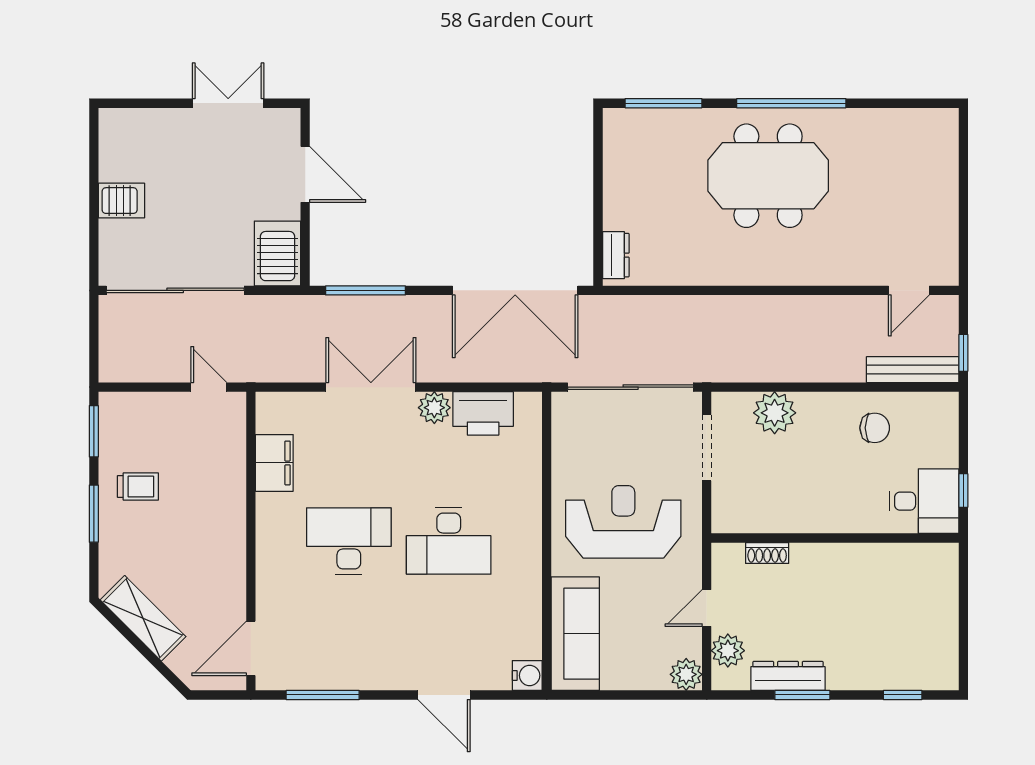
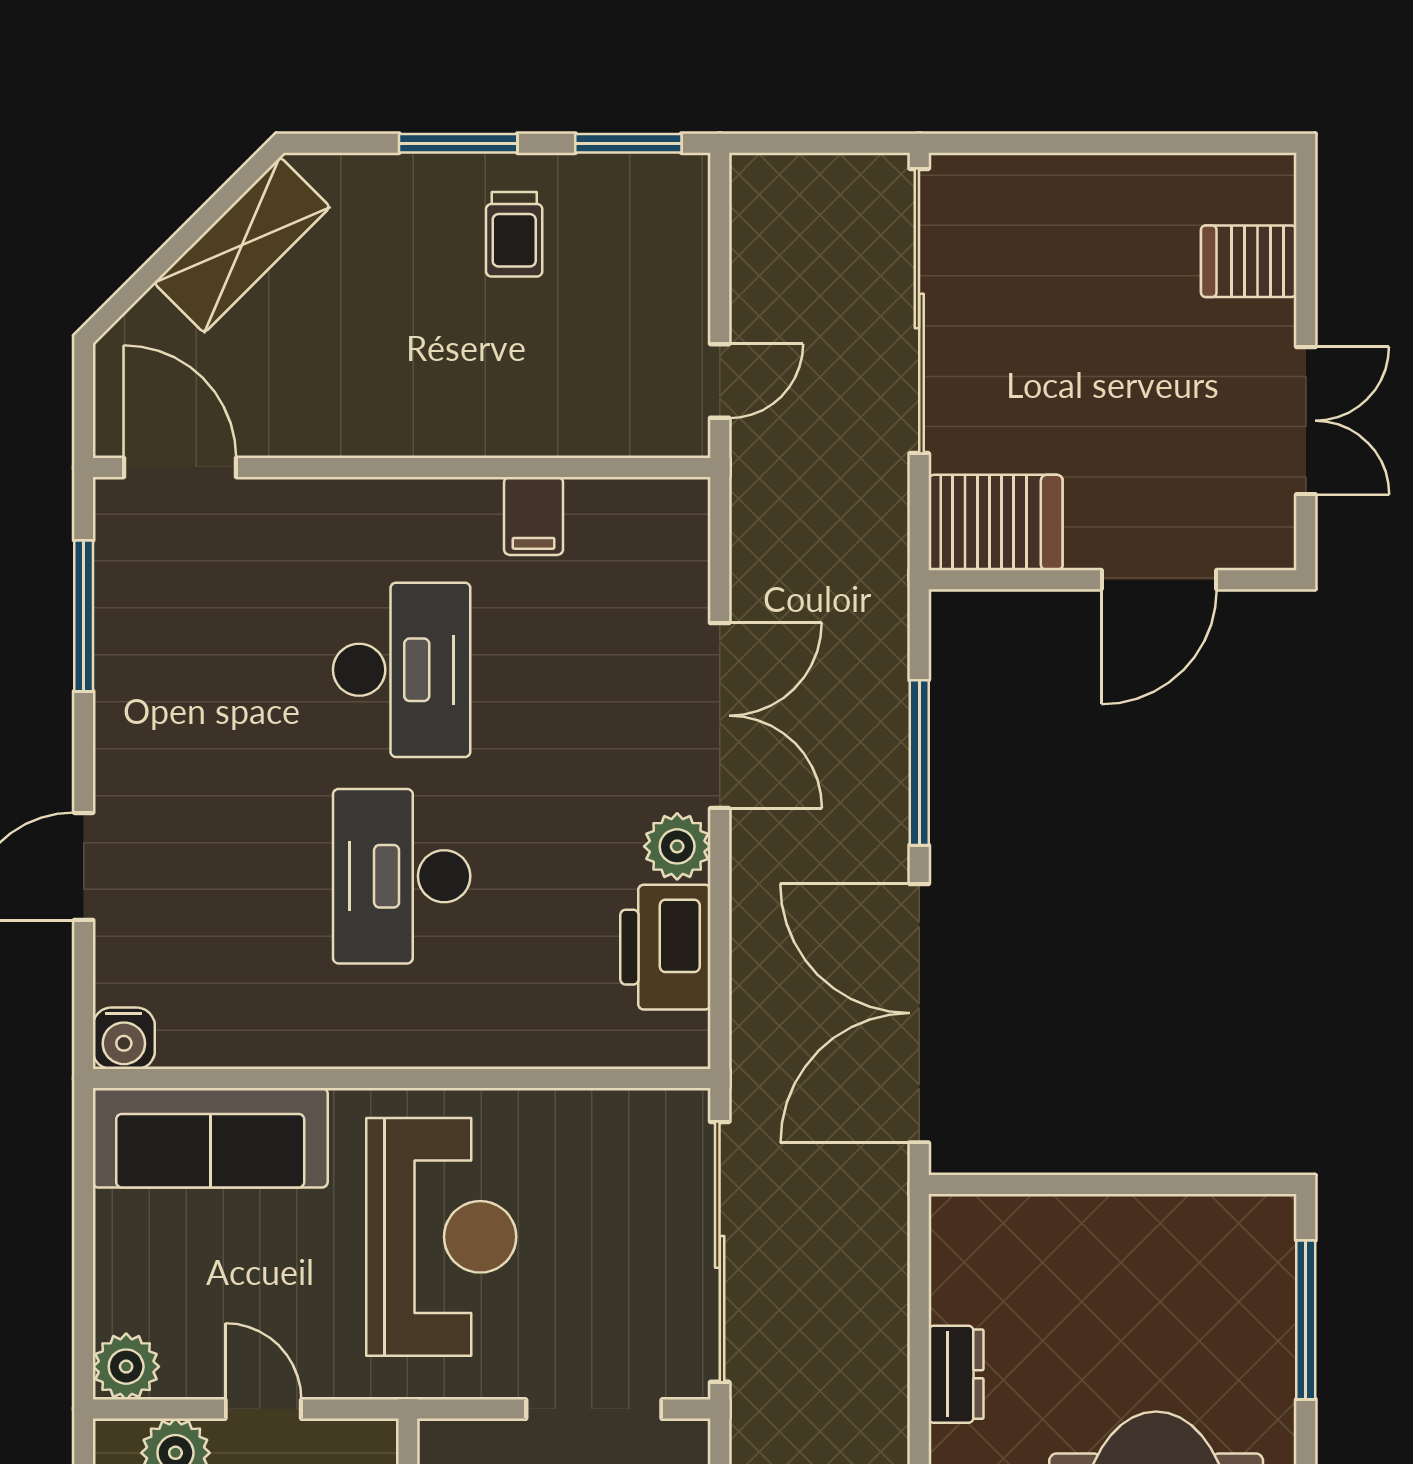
server rack: (121, 201) -> (1249, 261), moved, turned 90
dresser: (616, 255) -> (956, 1374), moved, turned -90
window: (366, 290) -> (919, 763), moved
filing cabinet: (274, 463) -> (534, 516), width x0.50

